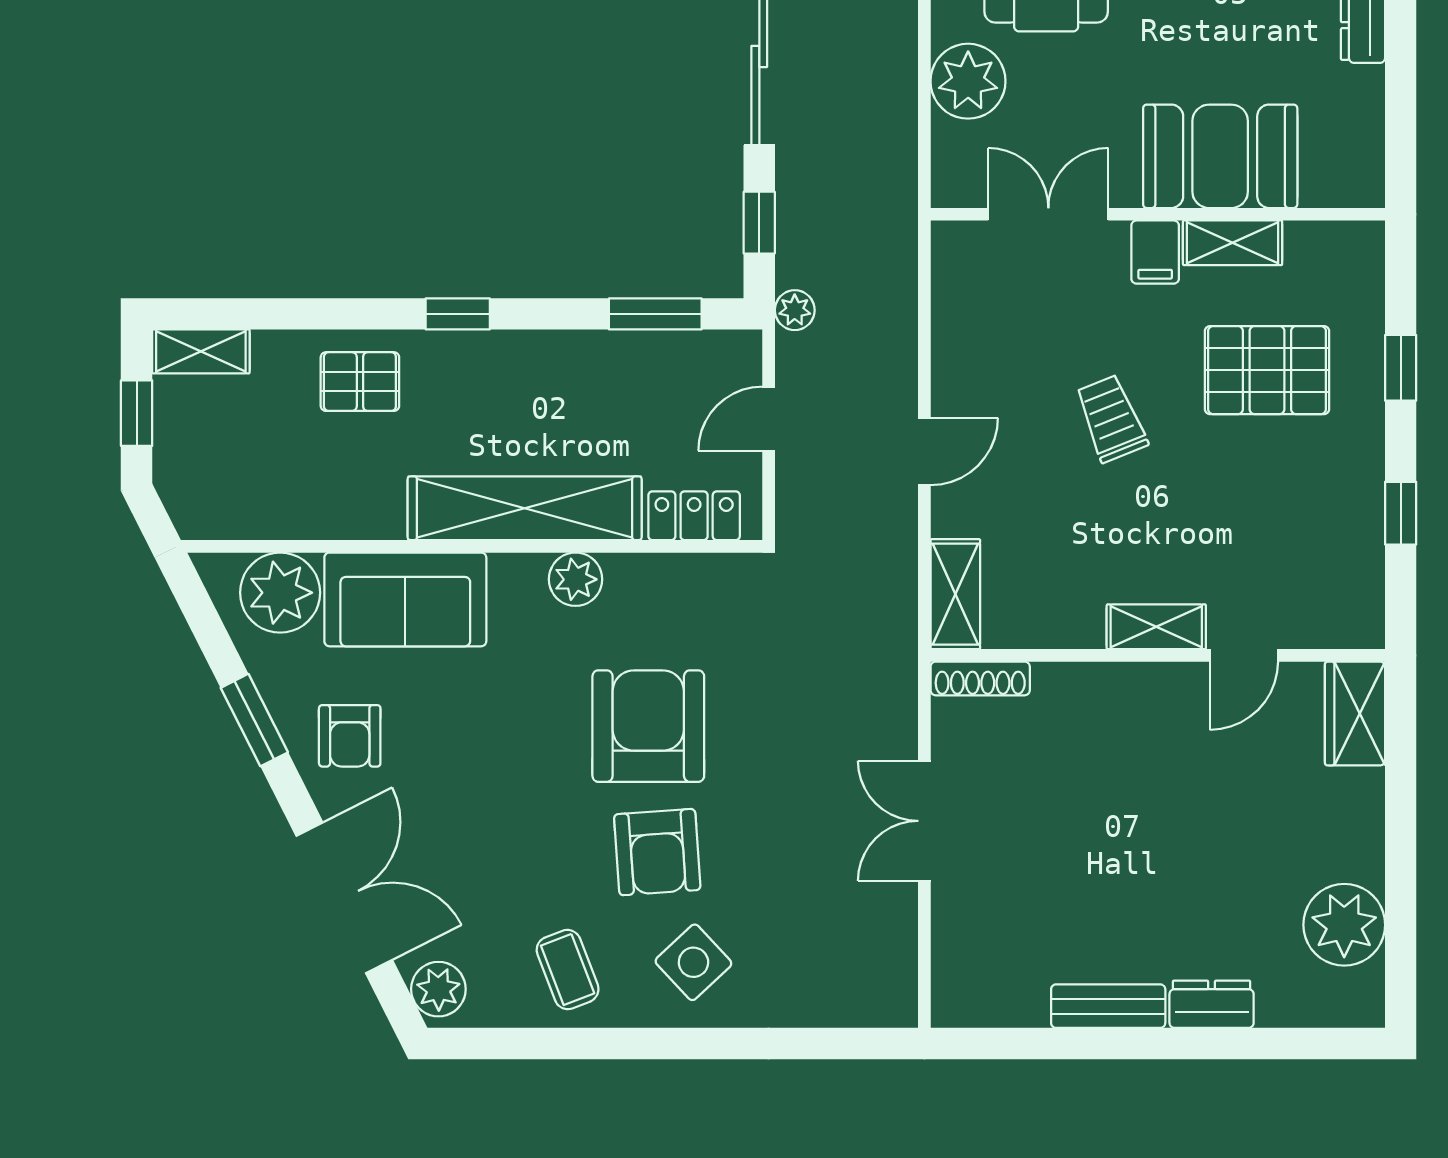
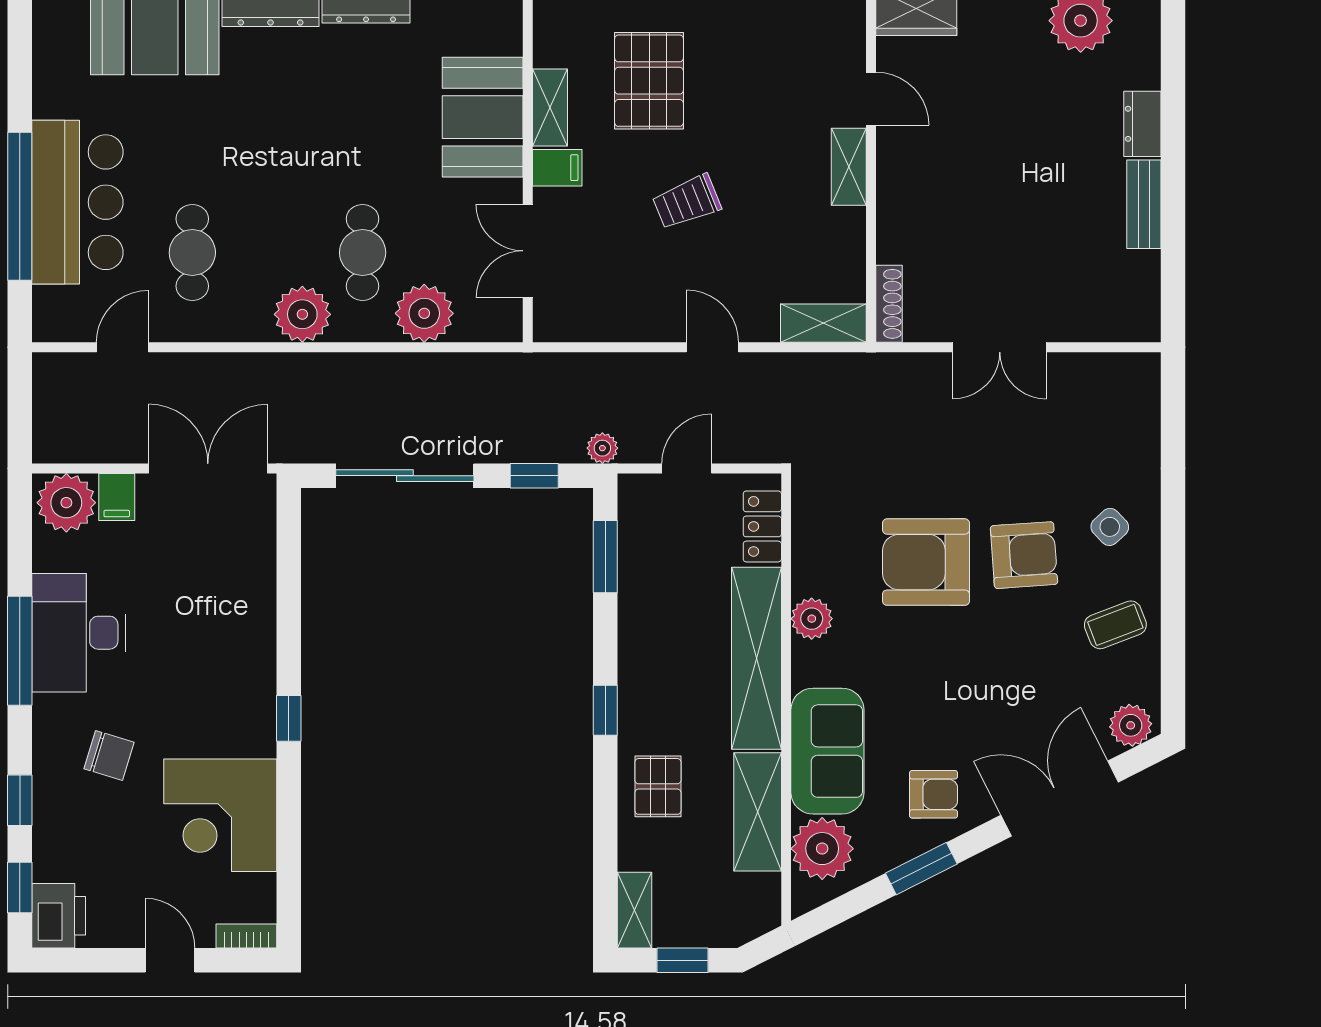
door: (769, 419) -> (687, 468), swing flipped
shelving: (327, 510) -> (758, 812), added
side table: (693, 962) -> (1110, 527), width x0.73, depth x0.73

